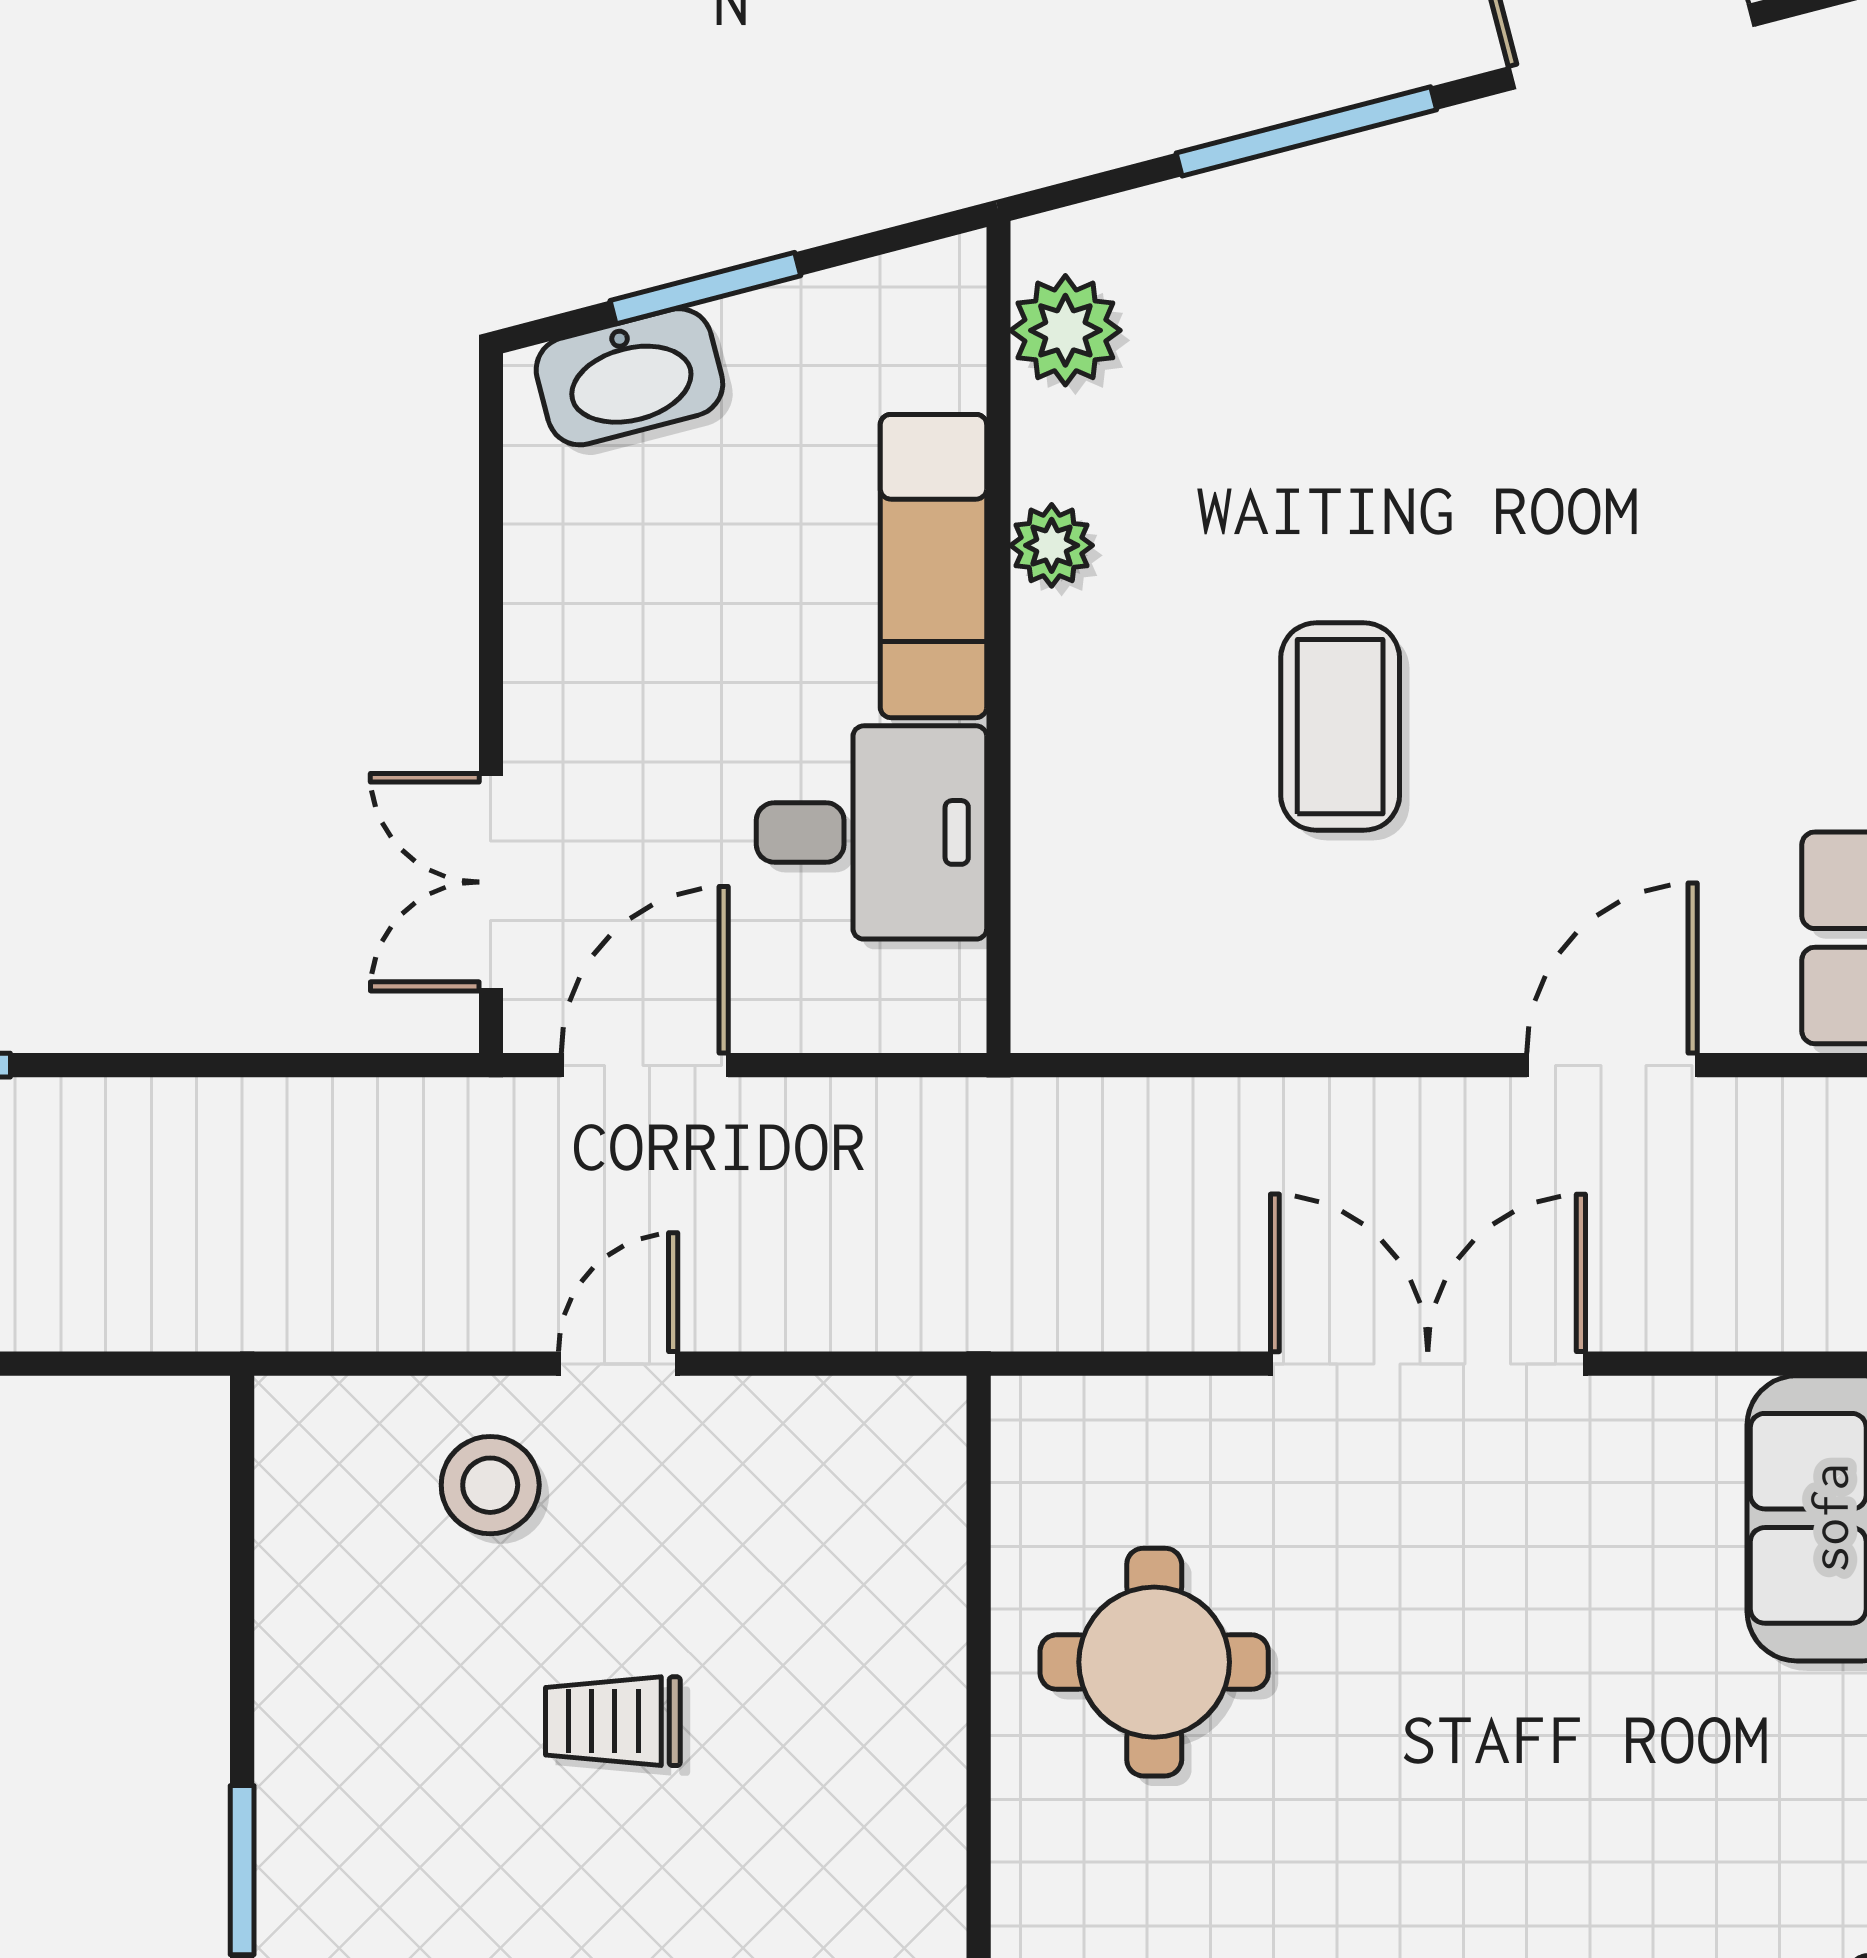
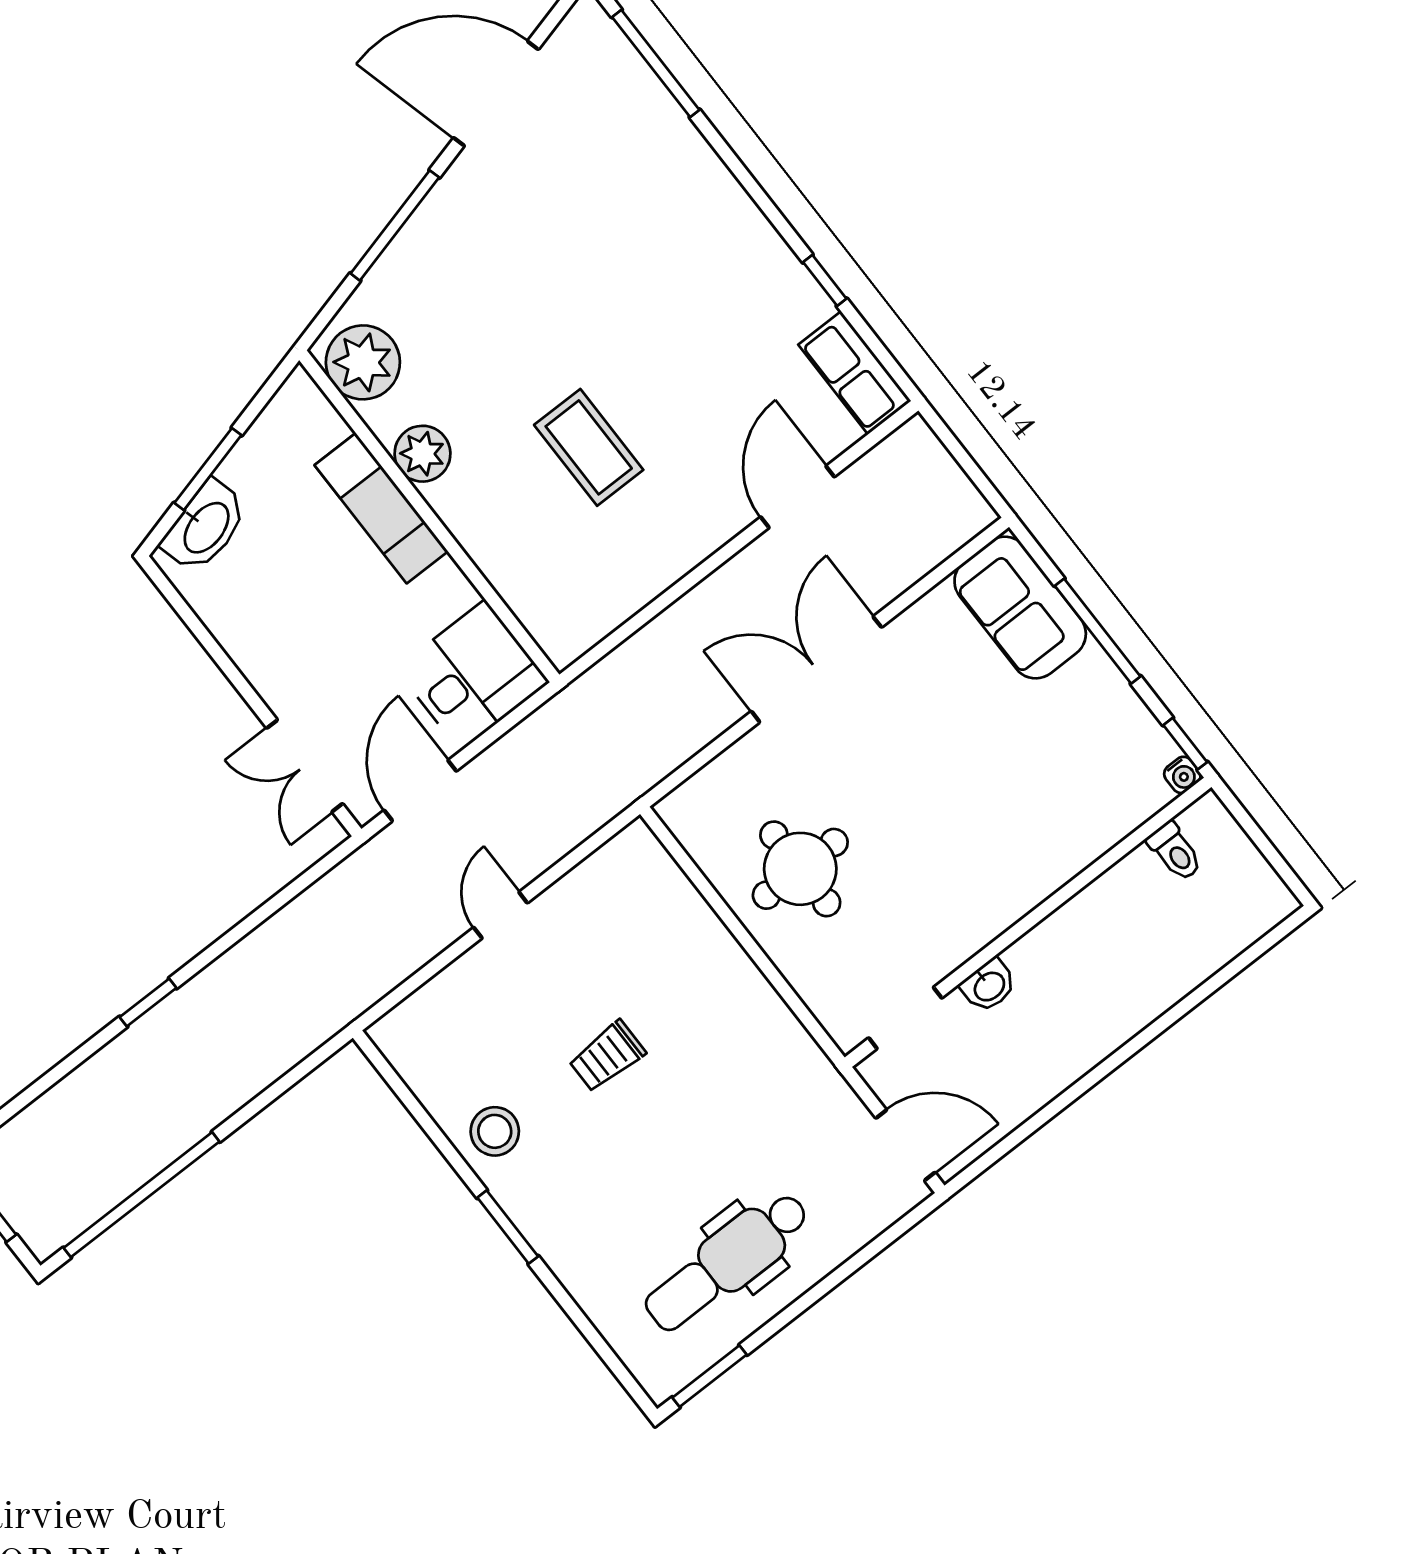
plant: (1065, 330) -> (363, 362), width x1.36, depth x1.36
plant: (1052, 545) -> (422, 454), width x1.38, depth x1.38
desk: (872, 832) -> (473, 675), moved
stool: (490, 1485) -> (495, 1131), moved

